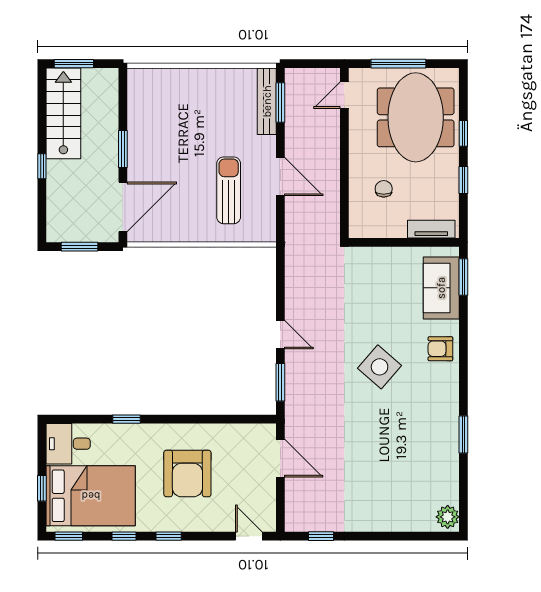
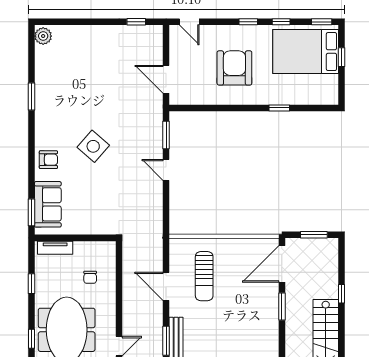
window: (463, 133) -> (31, 339), moved
desk: (68, 444) -> (322, 90), removed

